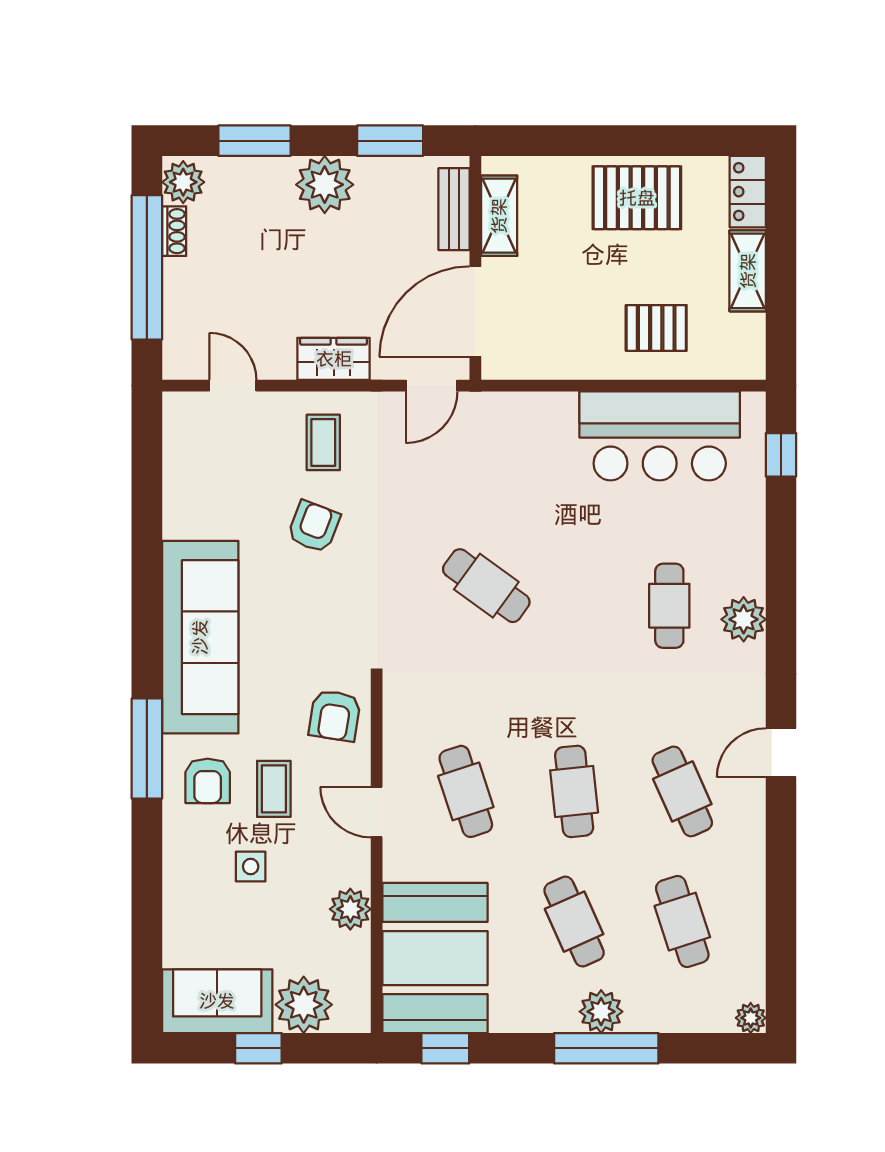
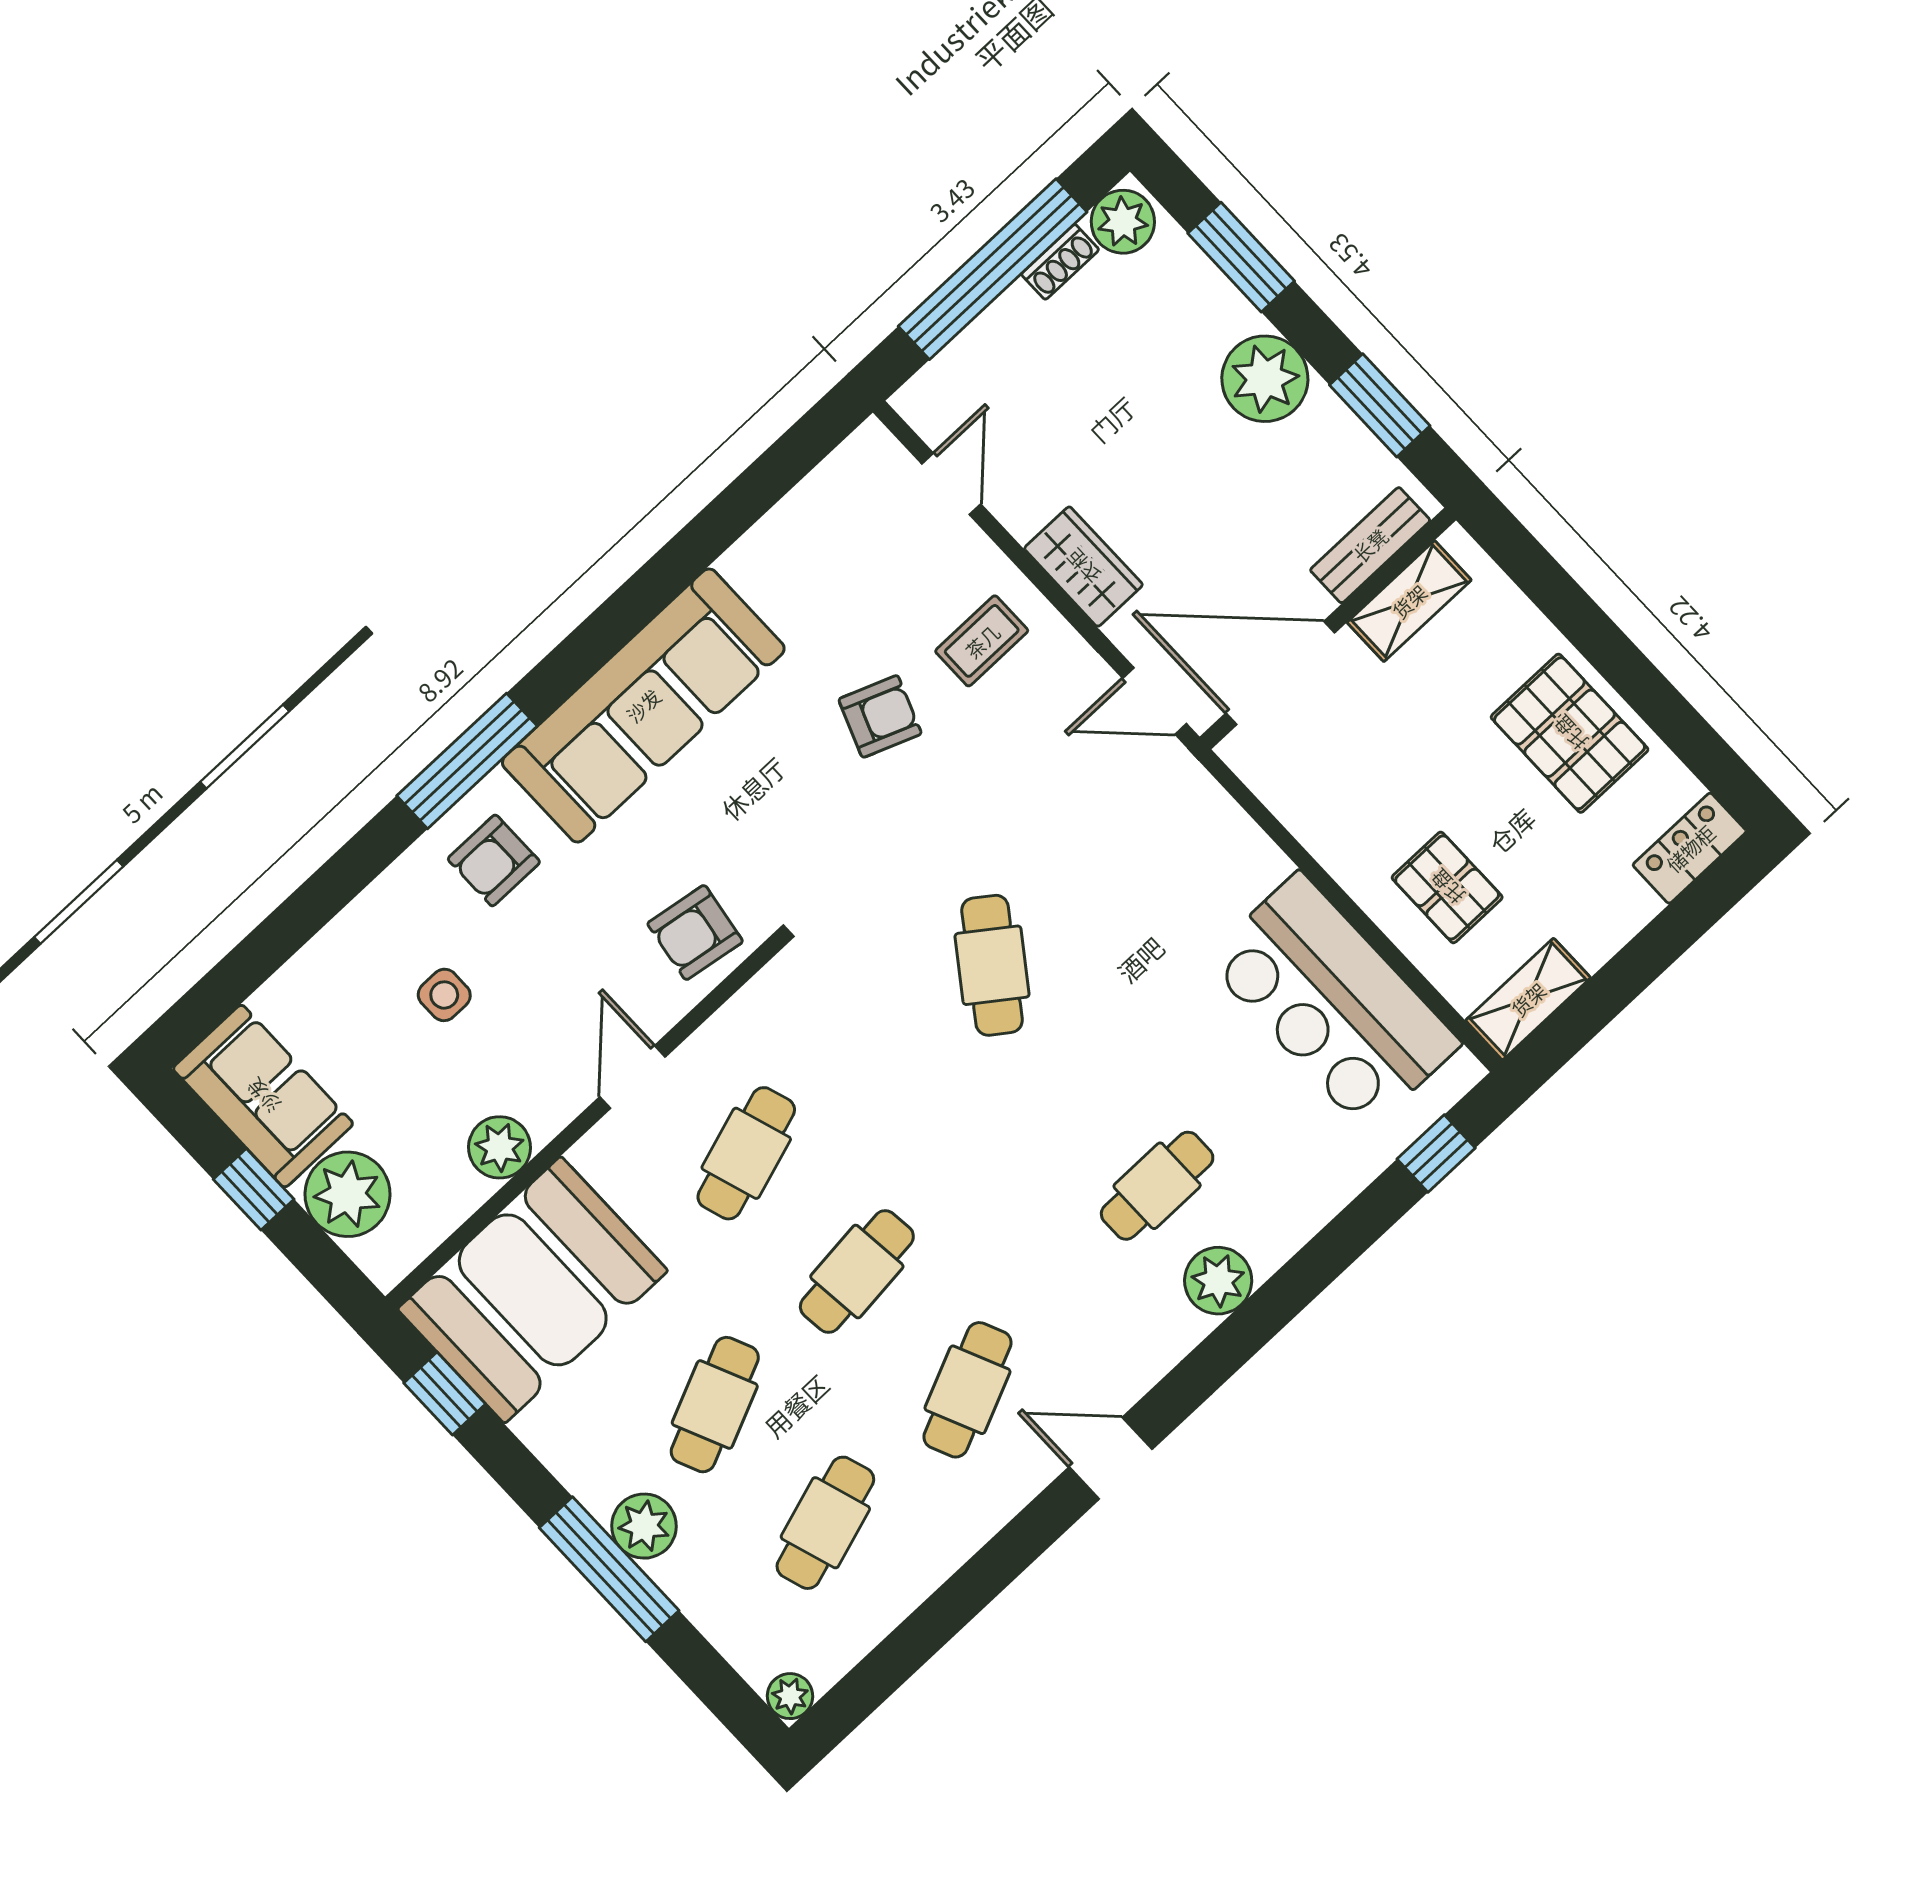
shelving: (748, 271) -> (1528, 999), moved
coffee table: (274, 789) -> (553, 941), removed

